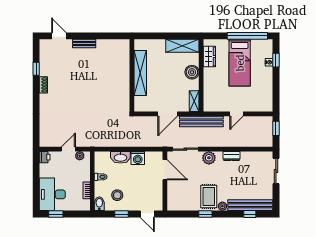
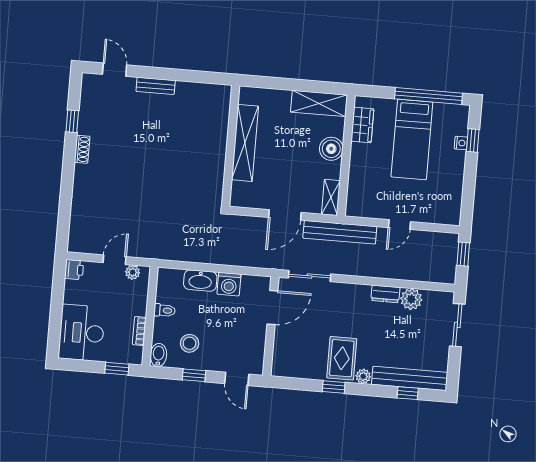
plant: (209, 158) -> (411, 299), moved
door: (165, 170) -> (272, 307), hinge flipped
window: (56, 214) -> (117, 369), moved

